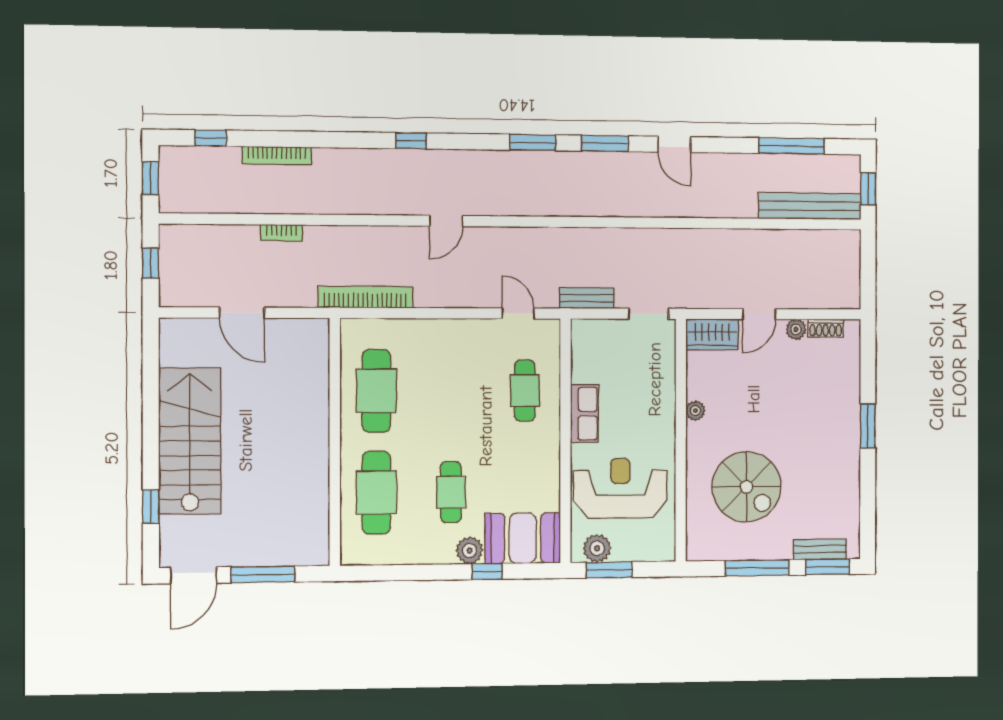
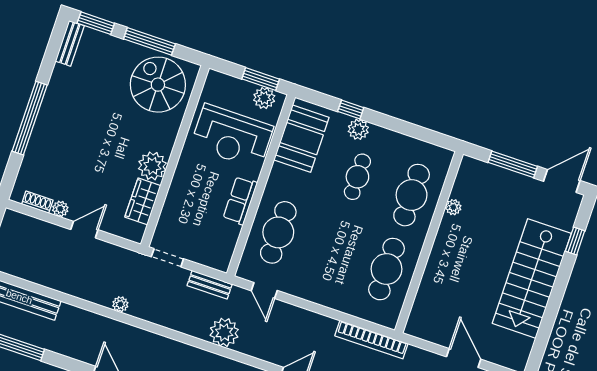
plant: (686, 238) -> (120, 304), added
plant: (550, 246) -> (224, 332), added
wardrobe: (712, 334) -> (143, 201), moved, turned -90
cafe table: (525, 391) -> (278, 232), width x1.37, depth x1.35
plant: (695, 411) -> (152, 166), width x1.87, depth x1.87
window: (868, 426) -> (30, 118), width x2.11
spiral stairs: (746, 487) -> (158, 85), moved
plant: (319, 496) -> (453, 207), added
booth: (523, 538) -> (301, 139), moved, turned 90
bench: (820, 549) -> (70, 43), moved, turned 90

